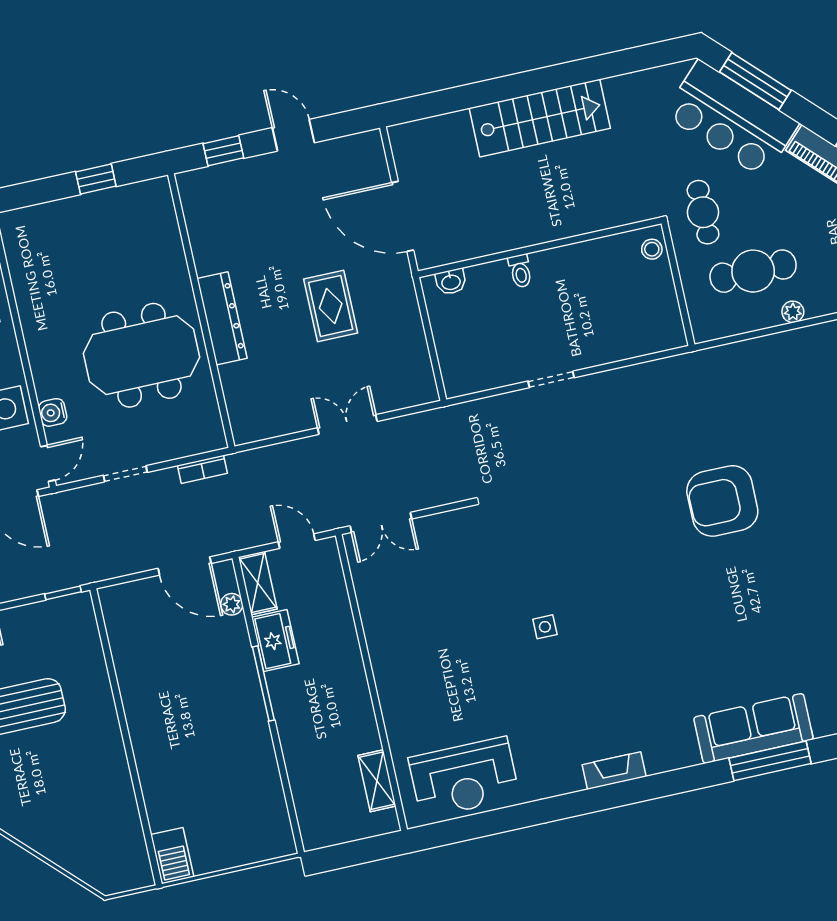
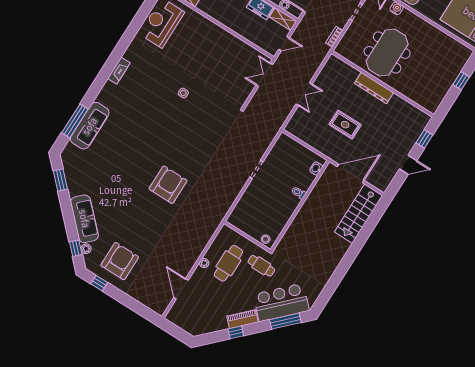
stairs: (540, 118) -> (359, 214), moved
window: (96, 179) -> (461, 81), moved

